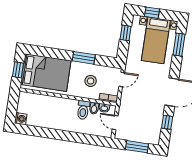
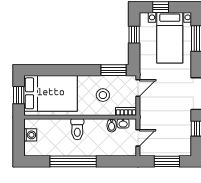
window: (84, 58) -> (113, 70), moved
toilet: (83, 110) -> (77, 129), moved
washing machine: (21, 119) -> (30, 135), moved
door: (115, 123) -> (138, 138), swing flipped
window: (56, 134) -> (73, 161), added

